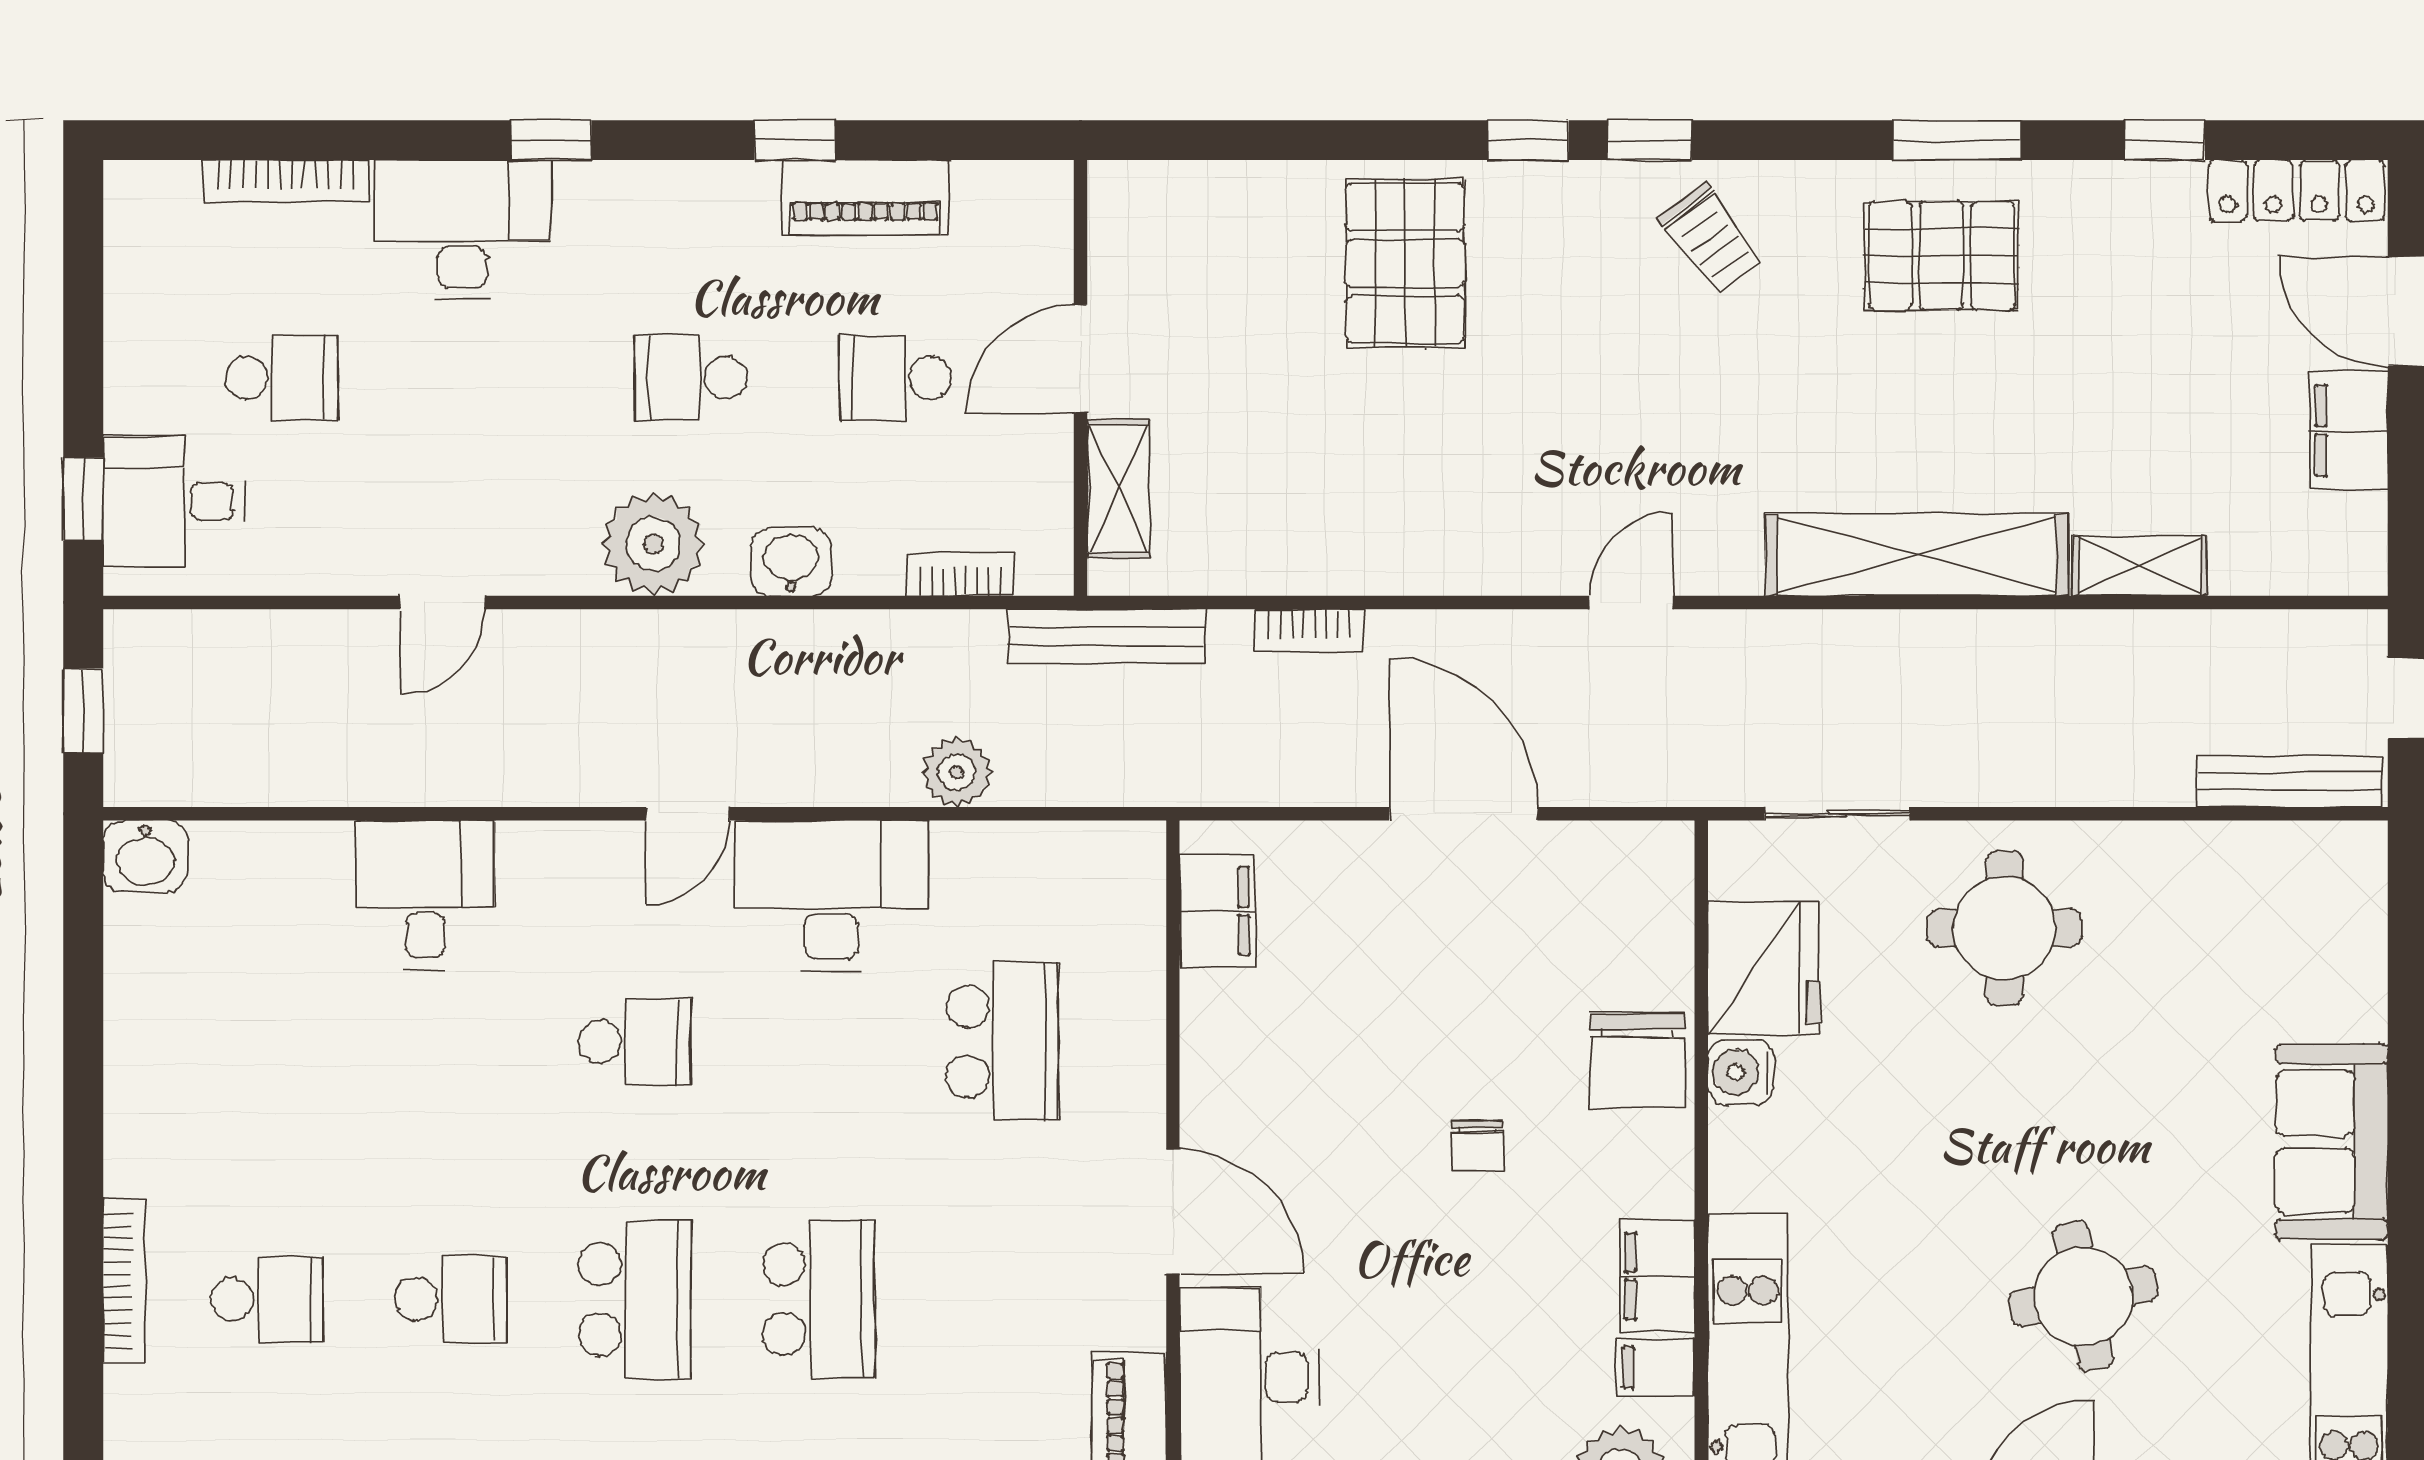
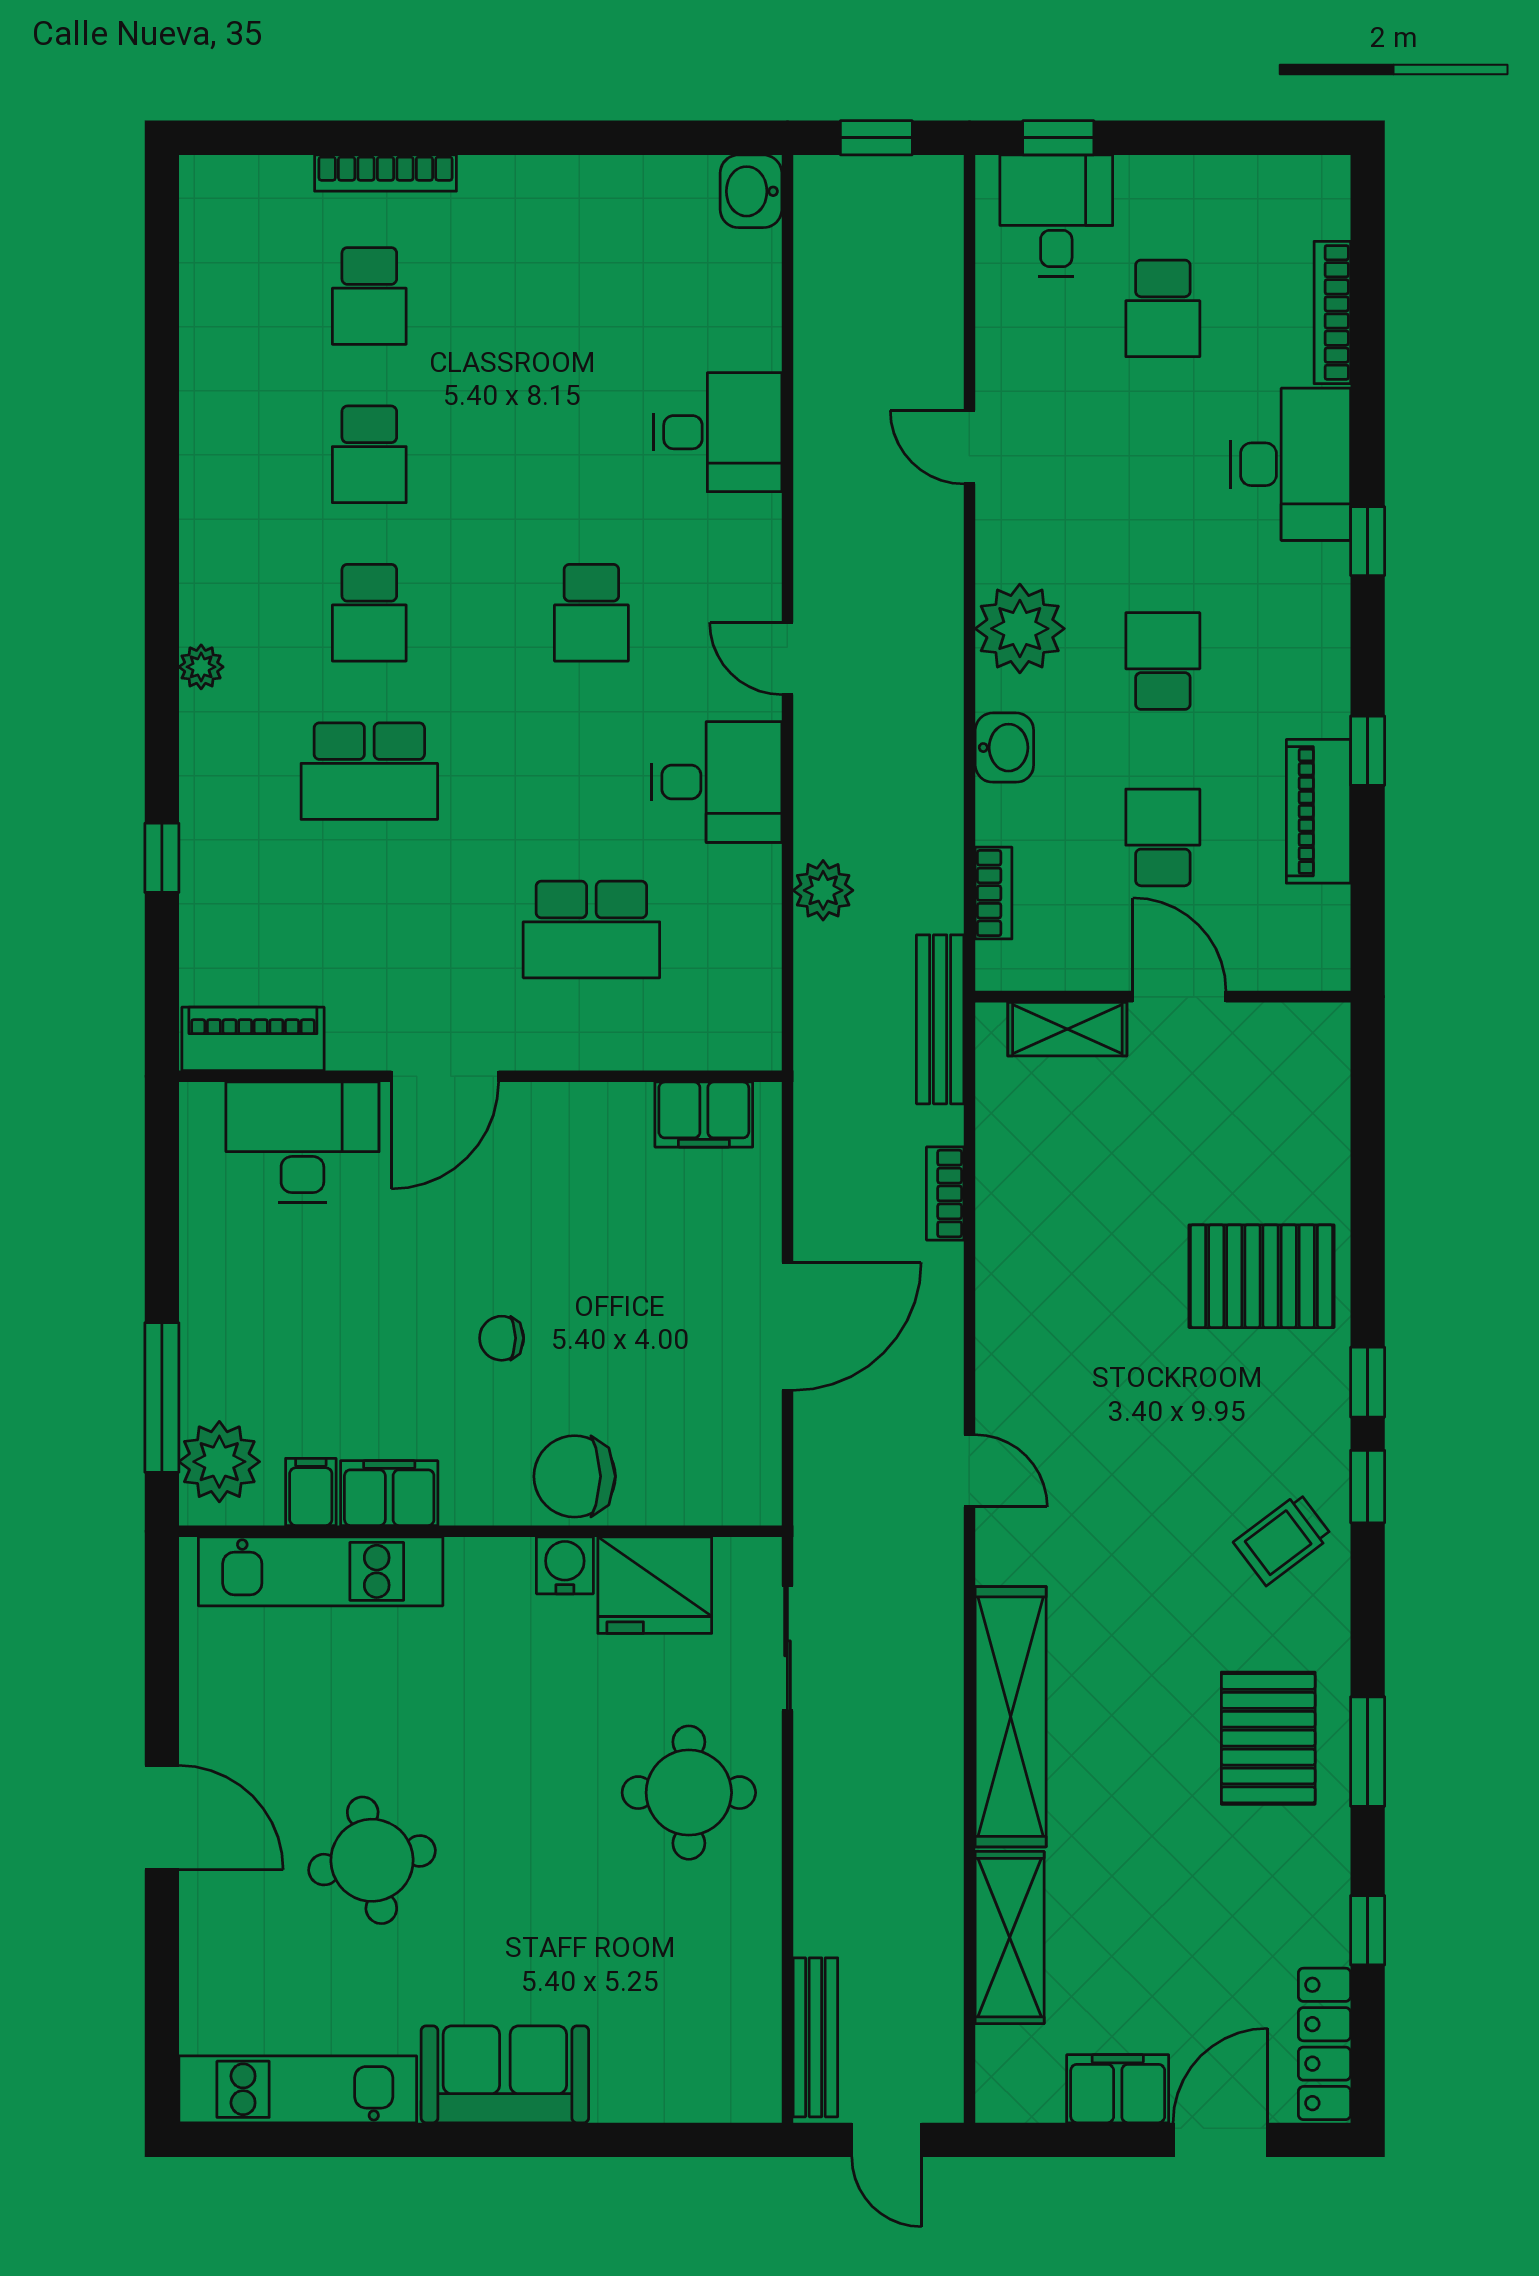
shelving: (2140, 566) -> (1010, 1938), width x1.50, depth x1.33
desk: (831, 896) -> (717, 782), width x0.73
school desk: (635, 1299) -> (369, 613), width x0.54

